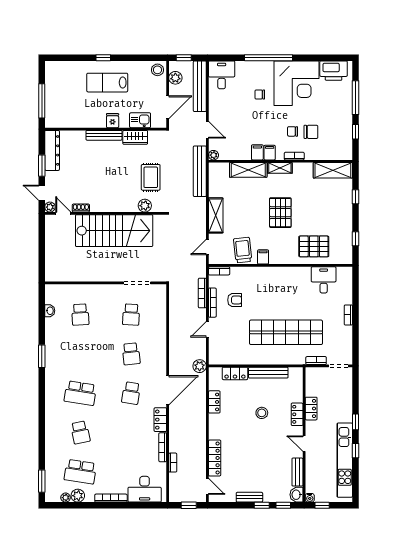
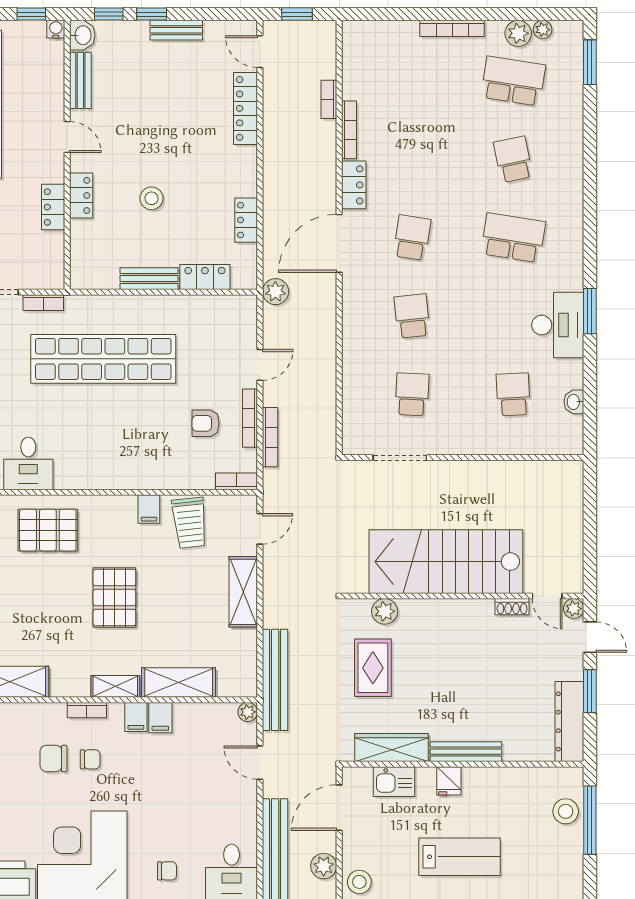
chair: (260, 95) -> (167, 871), moved
stool: (54, 105) -> (566, 811), added
wardrobe: (135, 137) -> (392, 747), width x1.50
bench: (268, 373) -> (149, 279), width x0.73
desk: (145, 489) -> (558, 325), moved, turned 90

